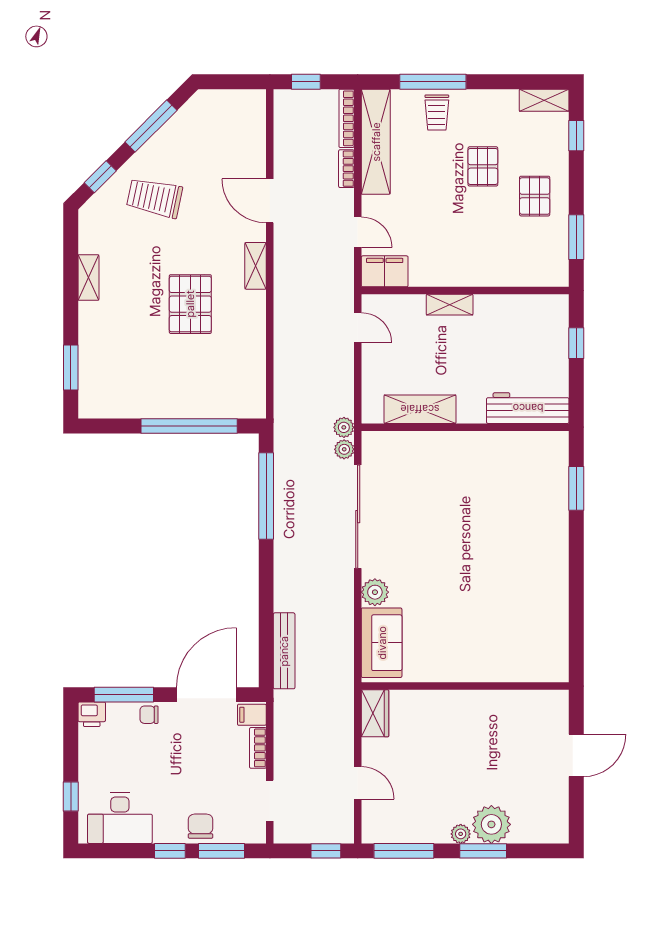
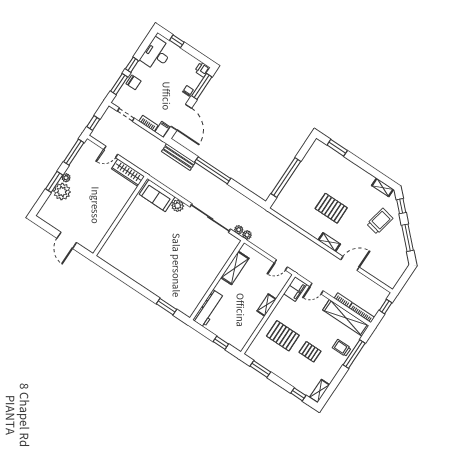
pallet: (535, 196) -> (283, 336), moved, width x1.50, depth x1.42
shelving: (88, 278) -> (383, 187), moved
window: (266, 496) -> (213, 170), moved
wardrobe: (375, 713) -> (128, 173), width x1.50

